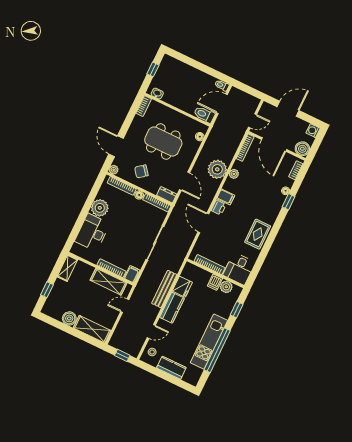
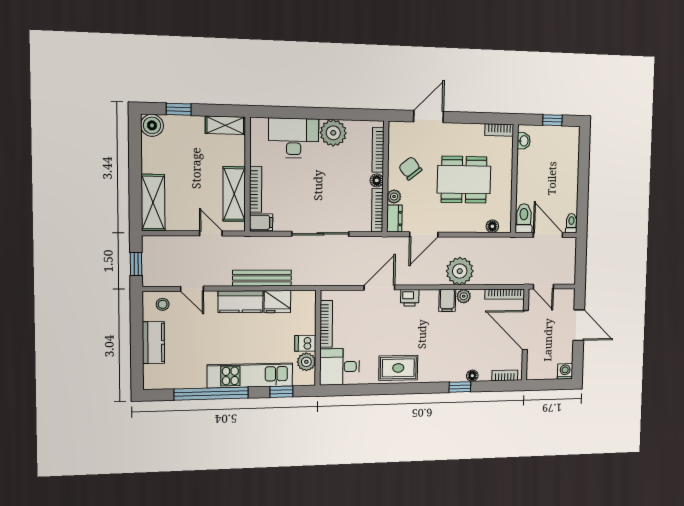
dining table: (163, 142) -> (464, 180), turned 90
door: (274, 145) -> (525, 330), hinge flipped
boiler: (302, 149) -> (536, 370), removed
plant: (114, 170) -> (394, 196), moved
filing cabinet: (226, 197) -> (447, 300), moved
boiler: (69, 318) -> (152, 125), moved
kitchen unit: (209, 342) -> (250, 375), moved

